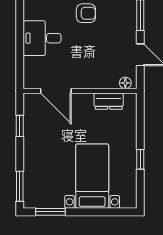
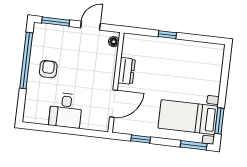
dresser: (109, 101) -> (126, 71), moved
window: (140, 159) -> (167, 35), moved
bed with nightstands: (92, 176) -> (188, 117), moved

